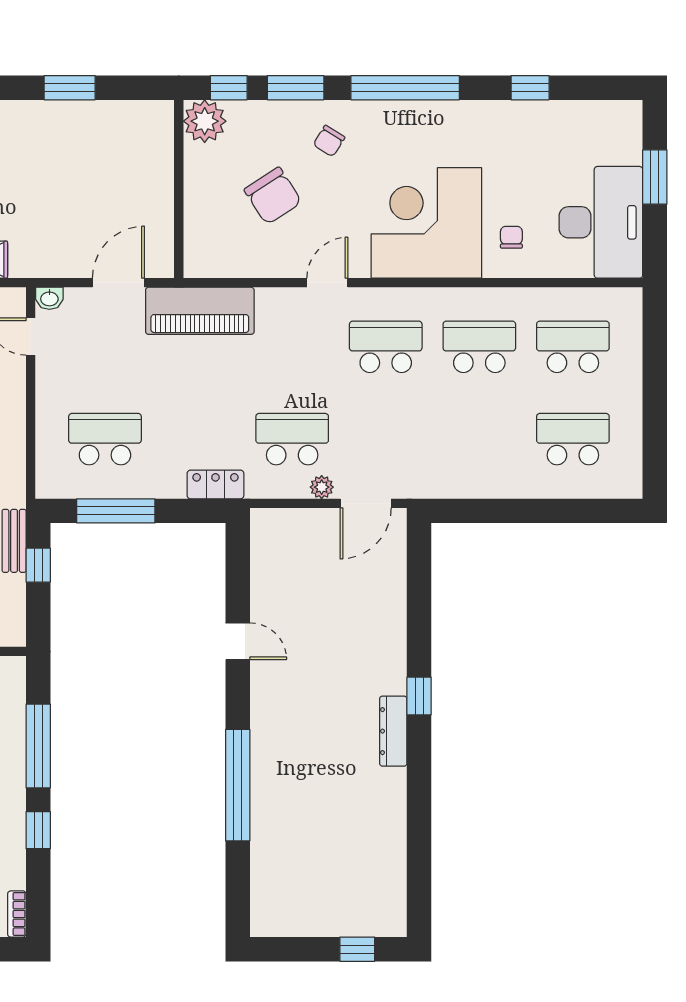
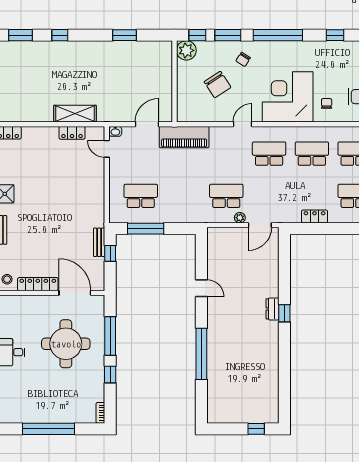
locker: (215, 484) -> (315, 216), moved
dresser: (393, 731) -> (273, 309), moved, width x0.70

